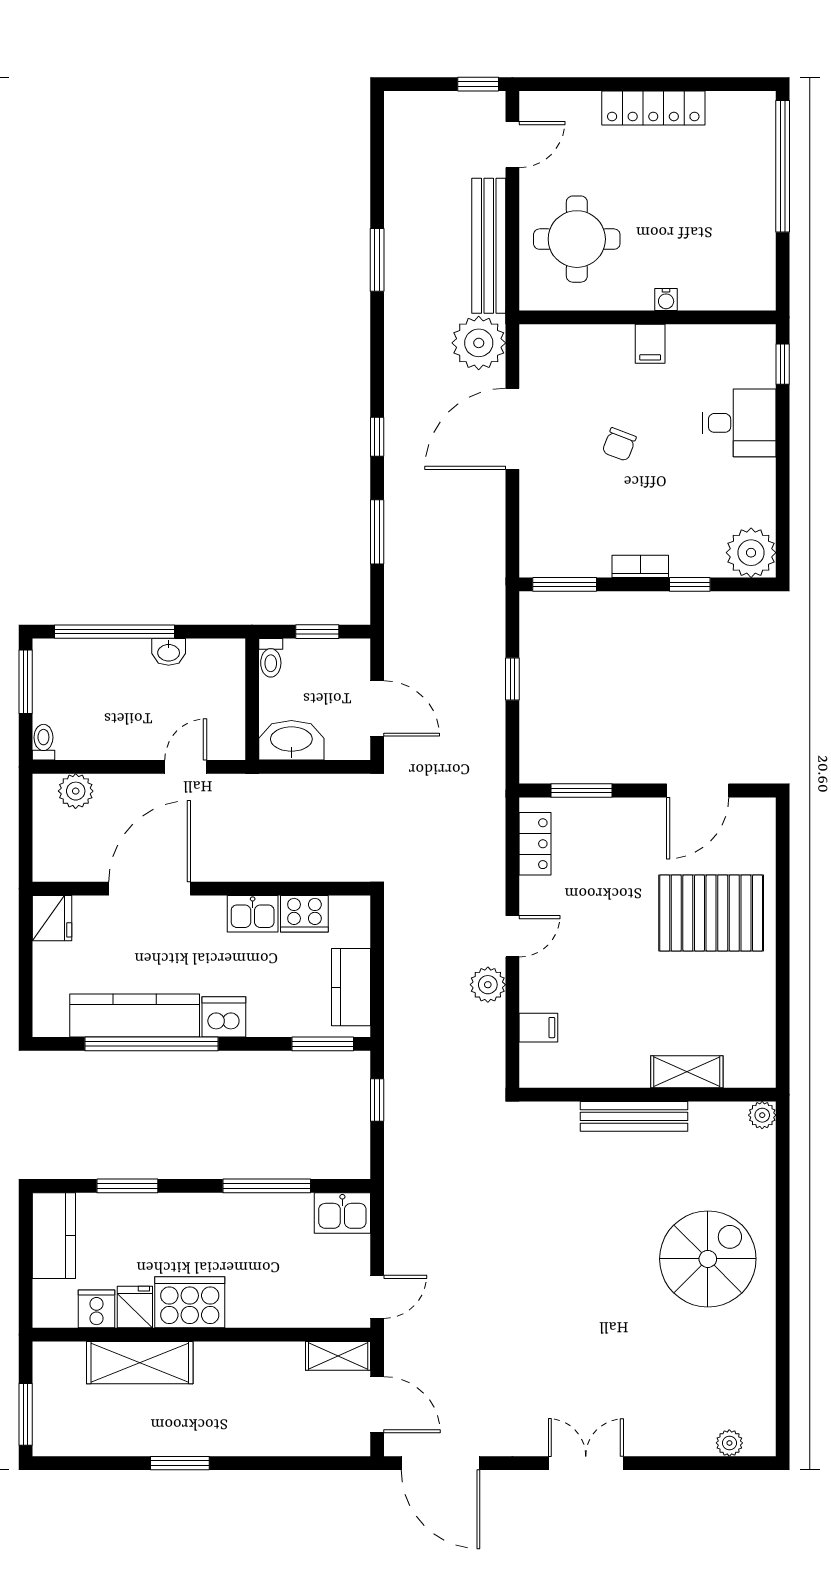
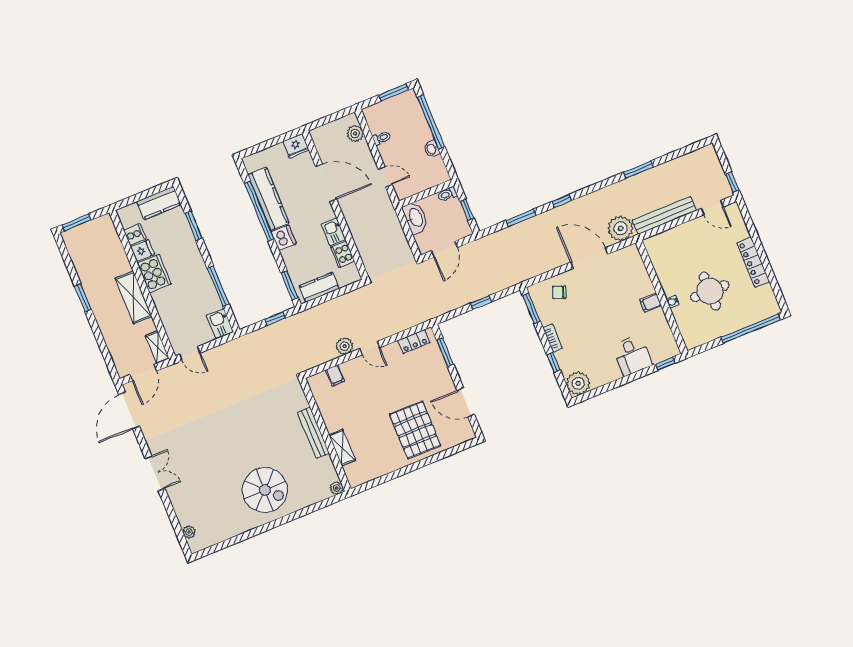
round table: (577, 239) -> (710, 291), moved
chair: (619, 444) -> (559, 292), moved
toilet: (43, 742) -> (382, 138), moved
shelving: (140, 1363) -> (133, 297), moved

